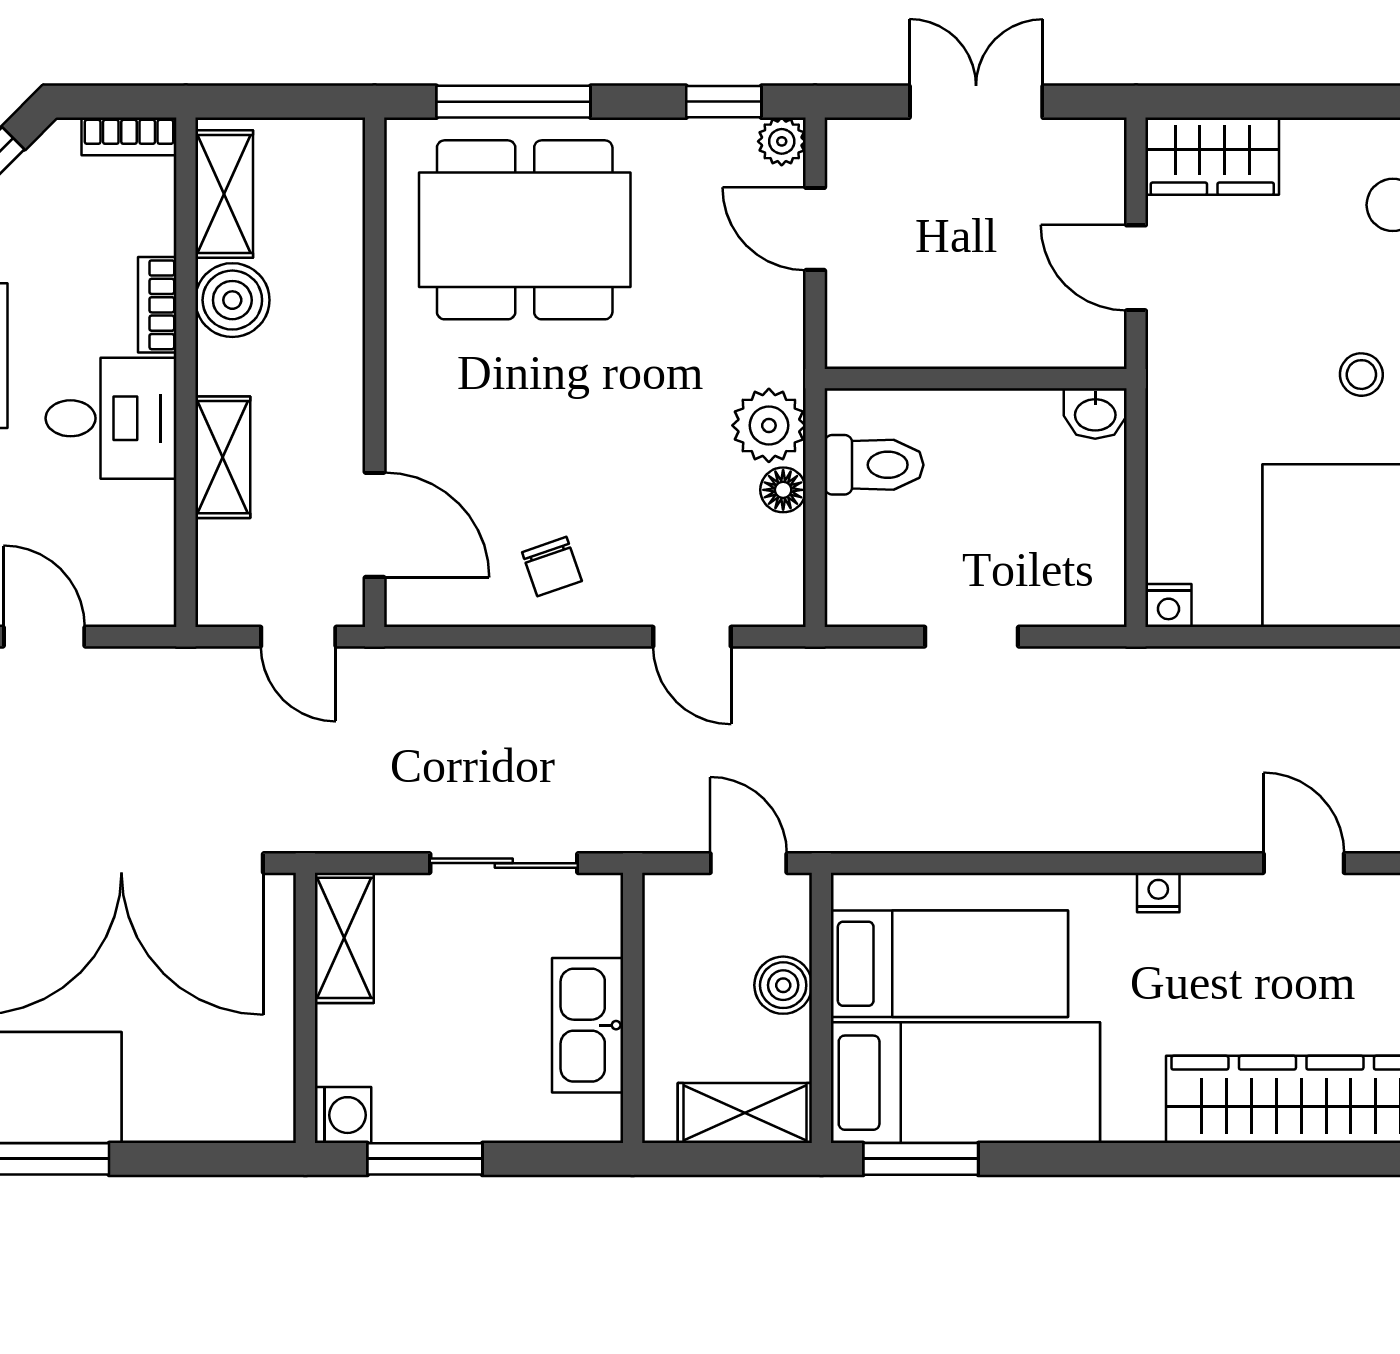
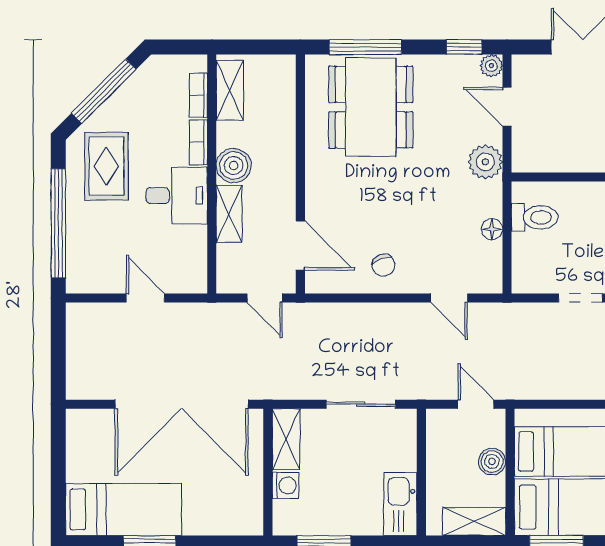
bookcase: (129, 136) -> (198, 95), moved, turned 90
dining table: (525, 230) -> (371, 107), turned 90
boiler: (232, 300) -> (234, 165), moved
plant: (769, 425) -> (485, 162), moved
kitchen sink: (588, 1025) -> (400, 504), moved
washing machine: (343, 1115) -> (286, 485), moved

